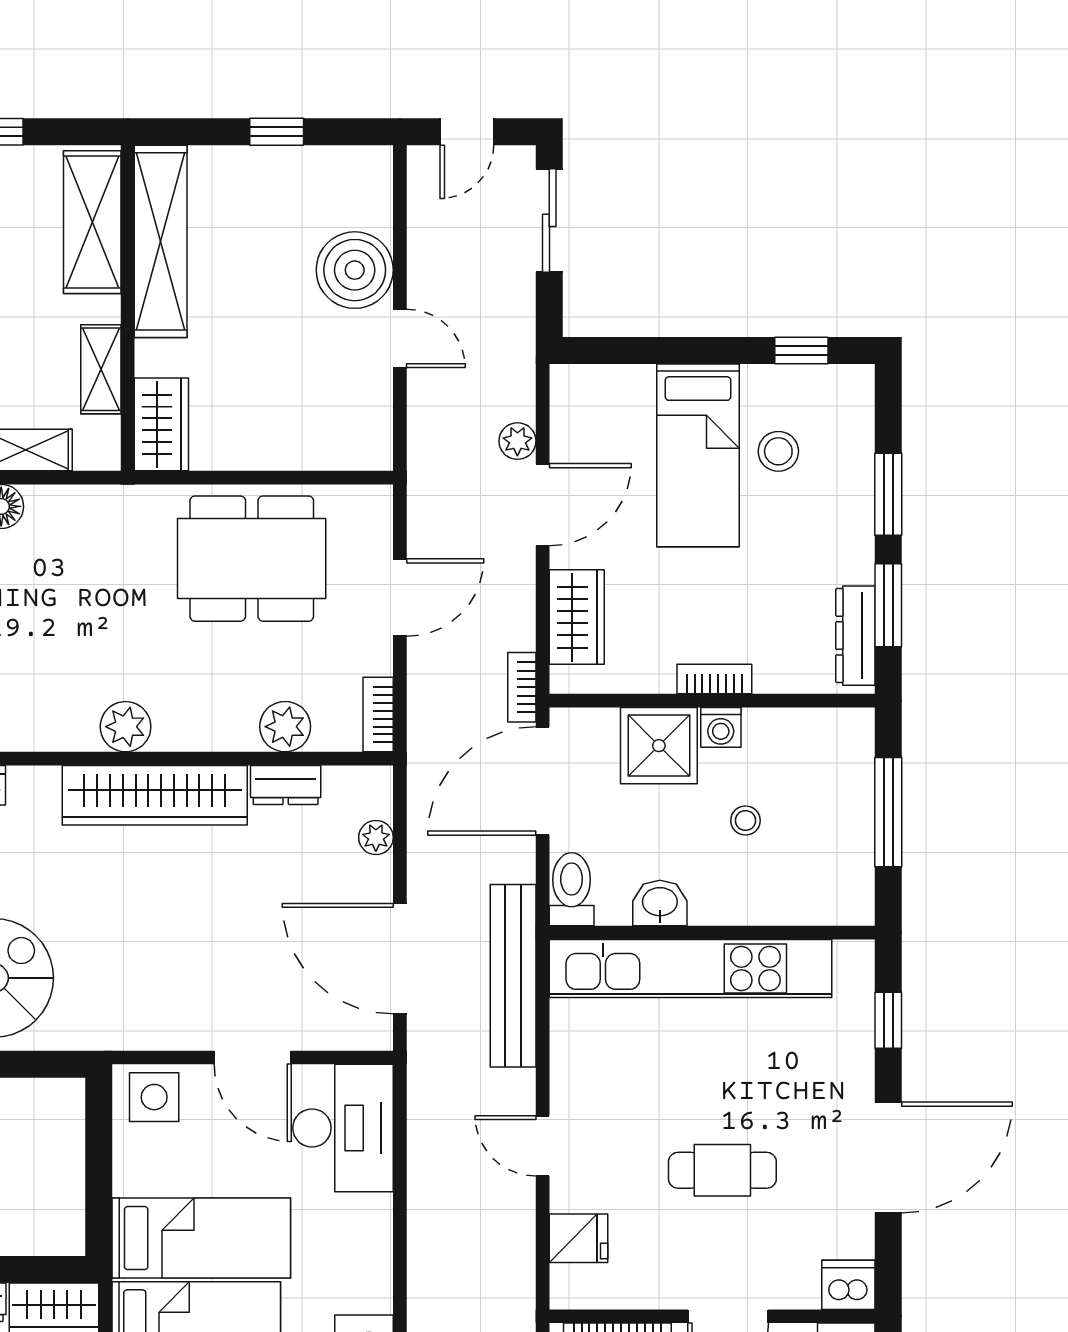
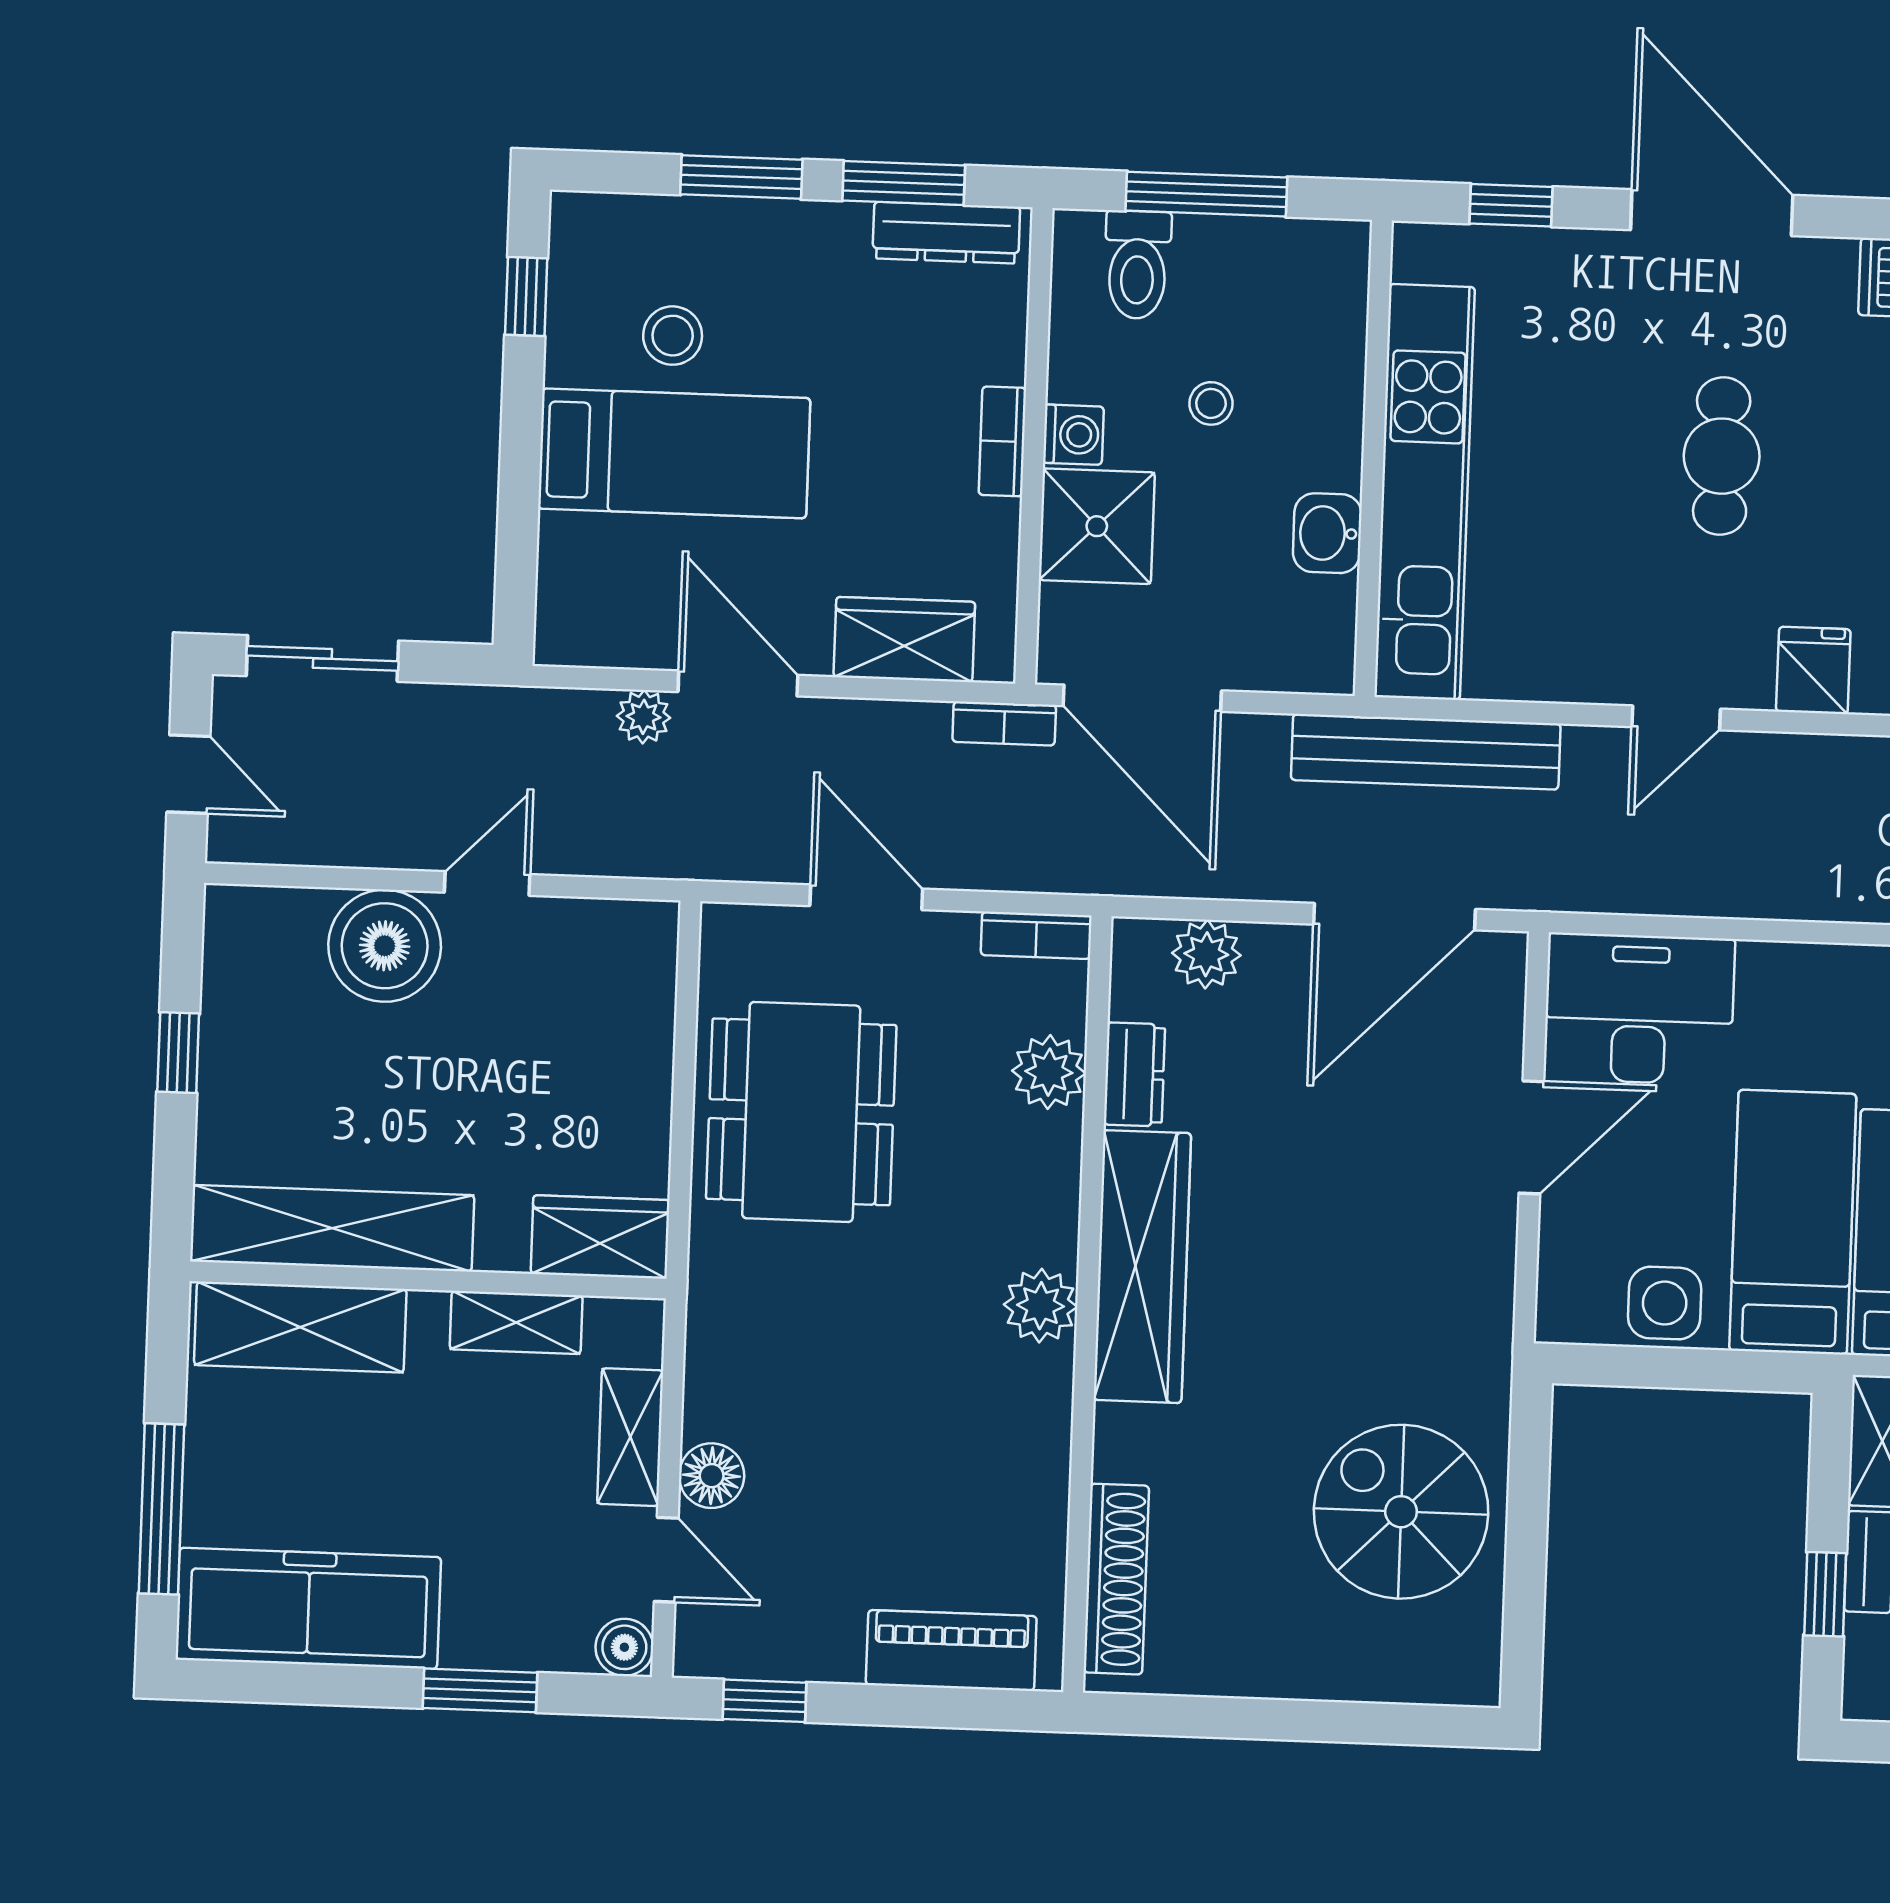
plant: (376, 838) -> (1206, 954), width x1.38, depth x1.38
toilet: (572, 889) -> (1137, 265), moved, turned -90
side table: (154, 1097) -> (1665, 1303), moved

